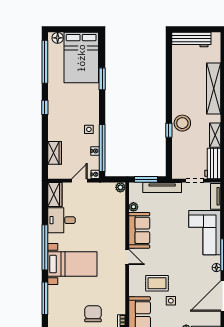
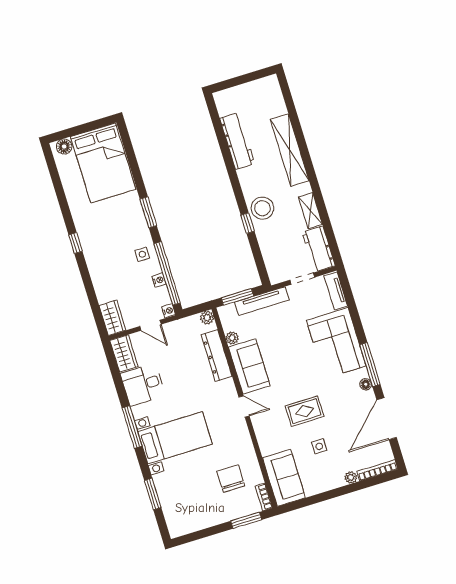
workbench: (191, 40) -> (237, 141), moved, turned -90
window: (45, 62) -> (57, 183), removed
window: (102, 79) -> (148, 212), moved
wardrobe: (55, 153) -> (112, 318), moved
door: (79, 181) -> (150, 325), swing flipped
dresser: (119, 216) -> (217, 355), added
window: (45, 247) -> (132, 427), width x0.68
rug: (157, 283) -> (305, 411), moved
window: (45, 298) -> (153, 494), width x0.69
chair: (93, 314) -> (231, 479), moved

